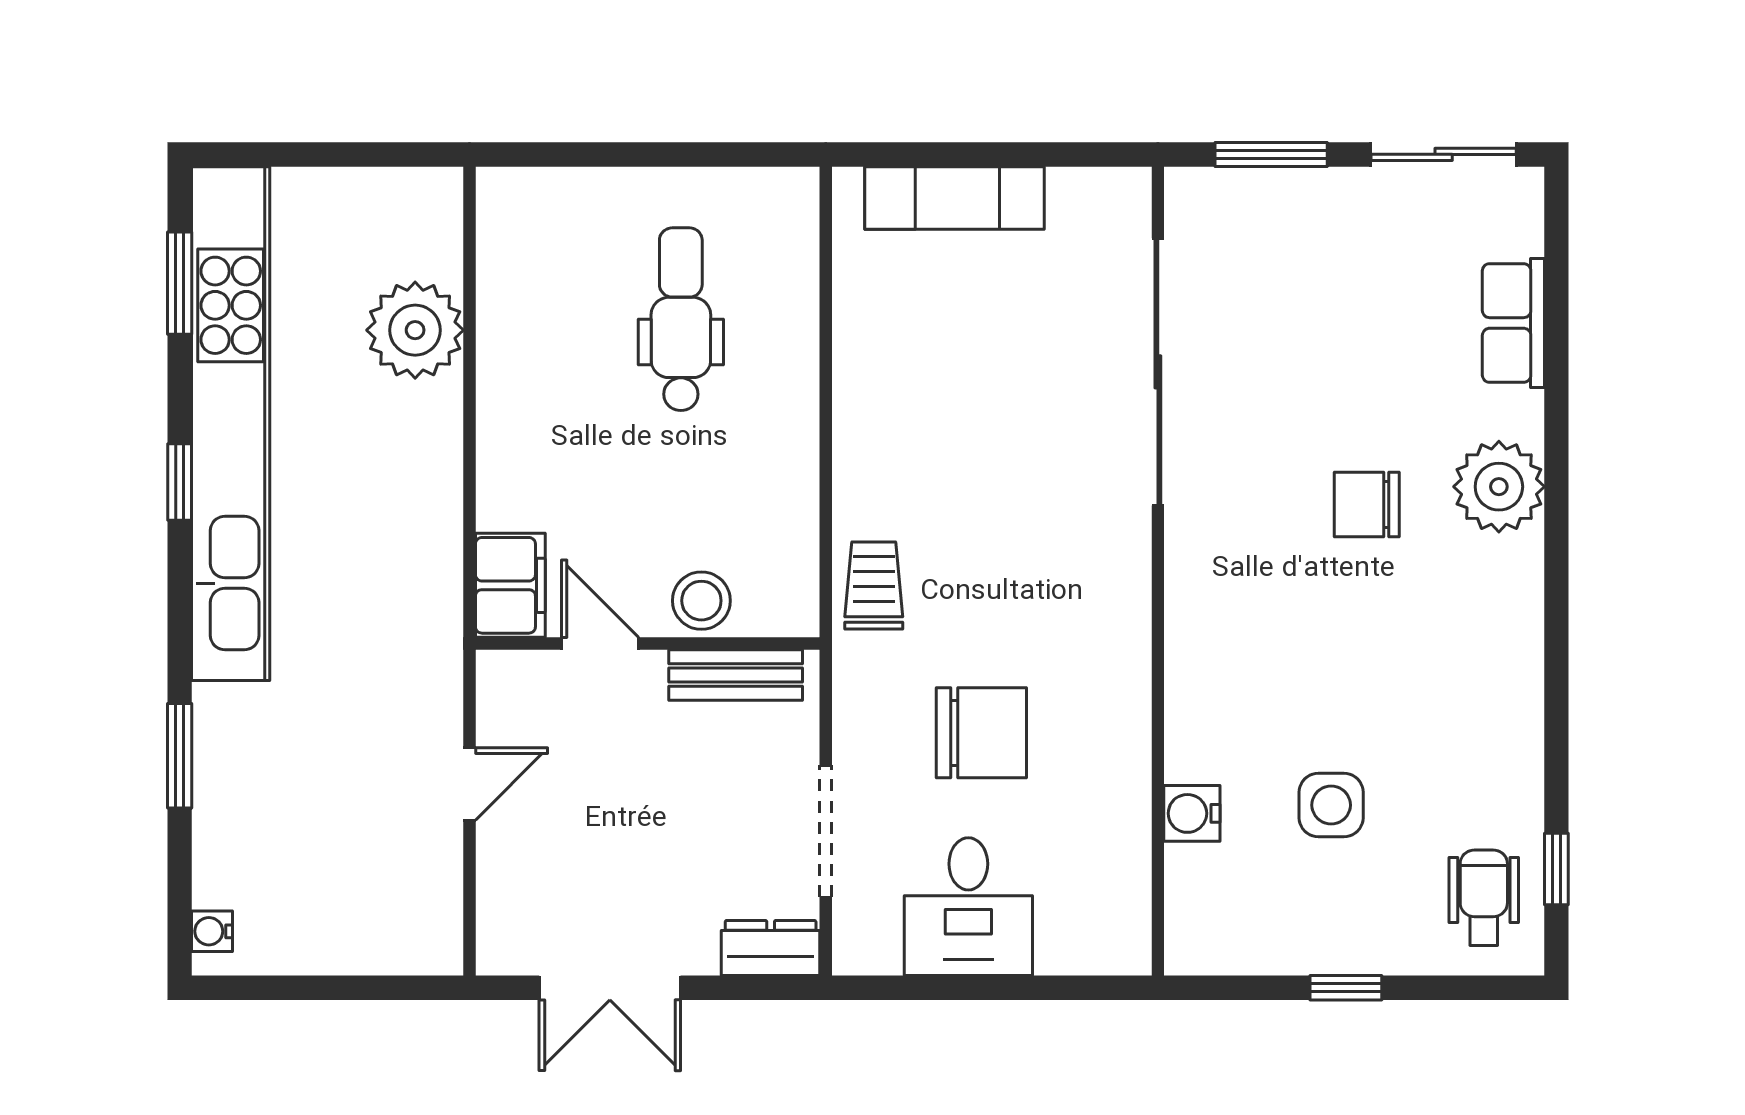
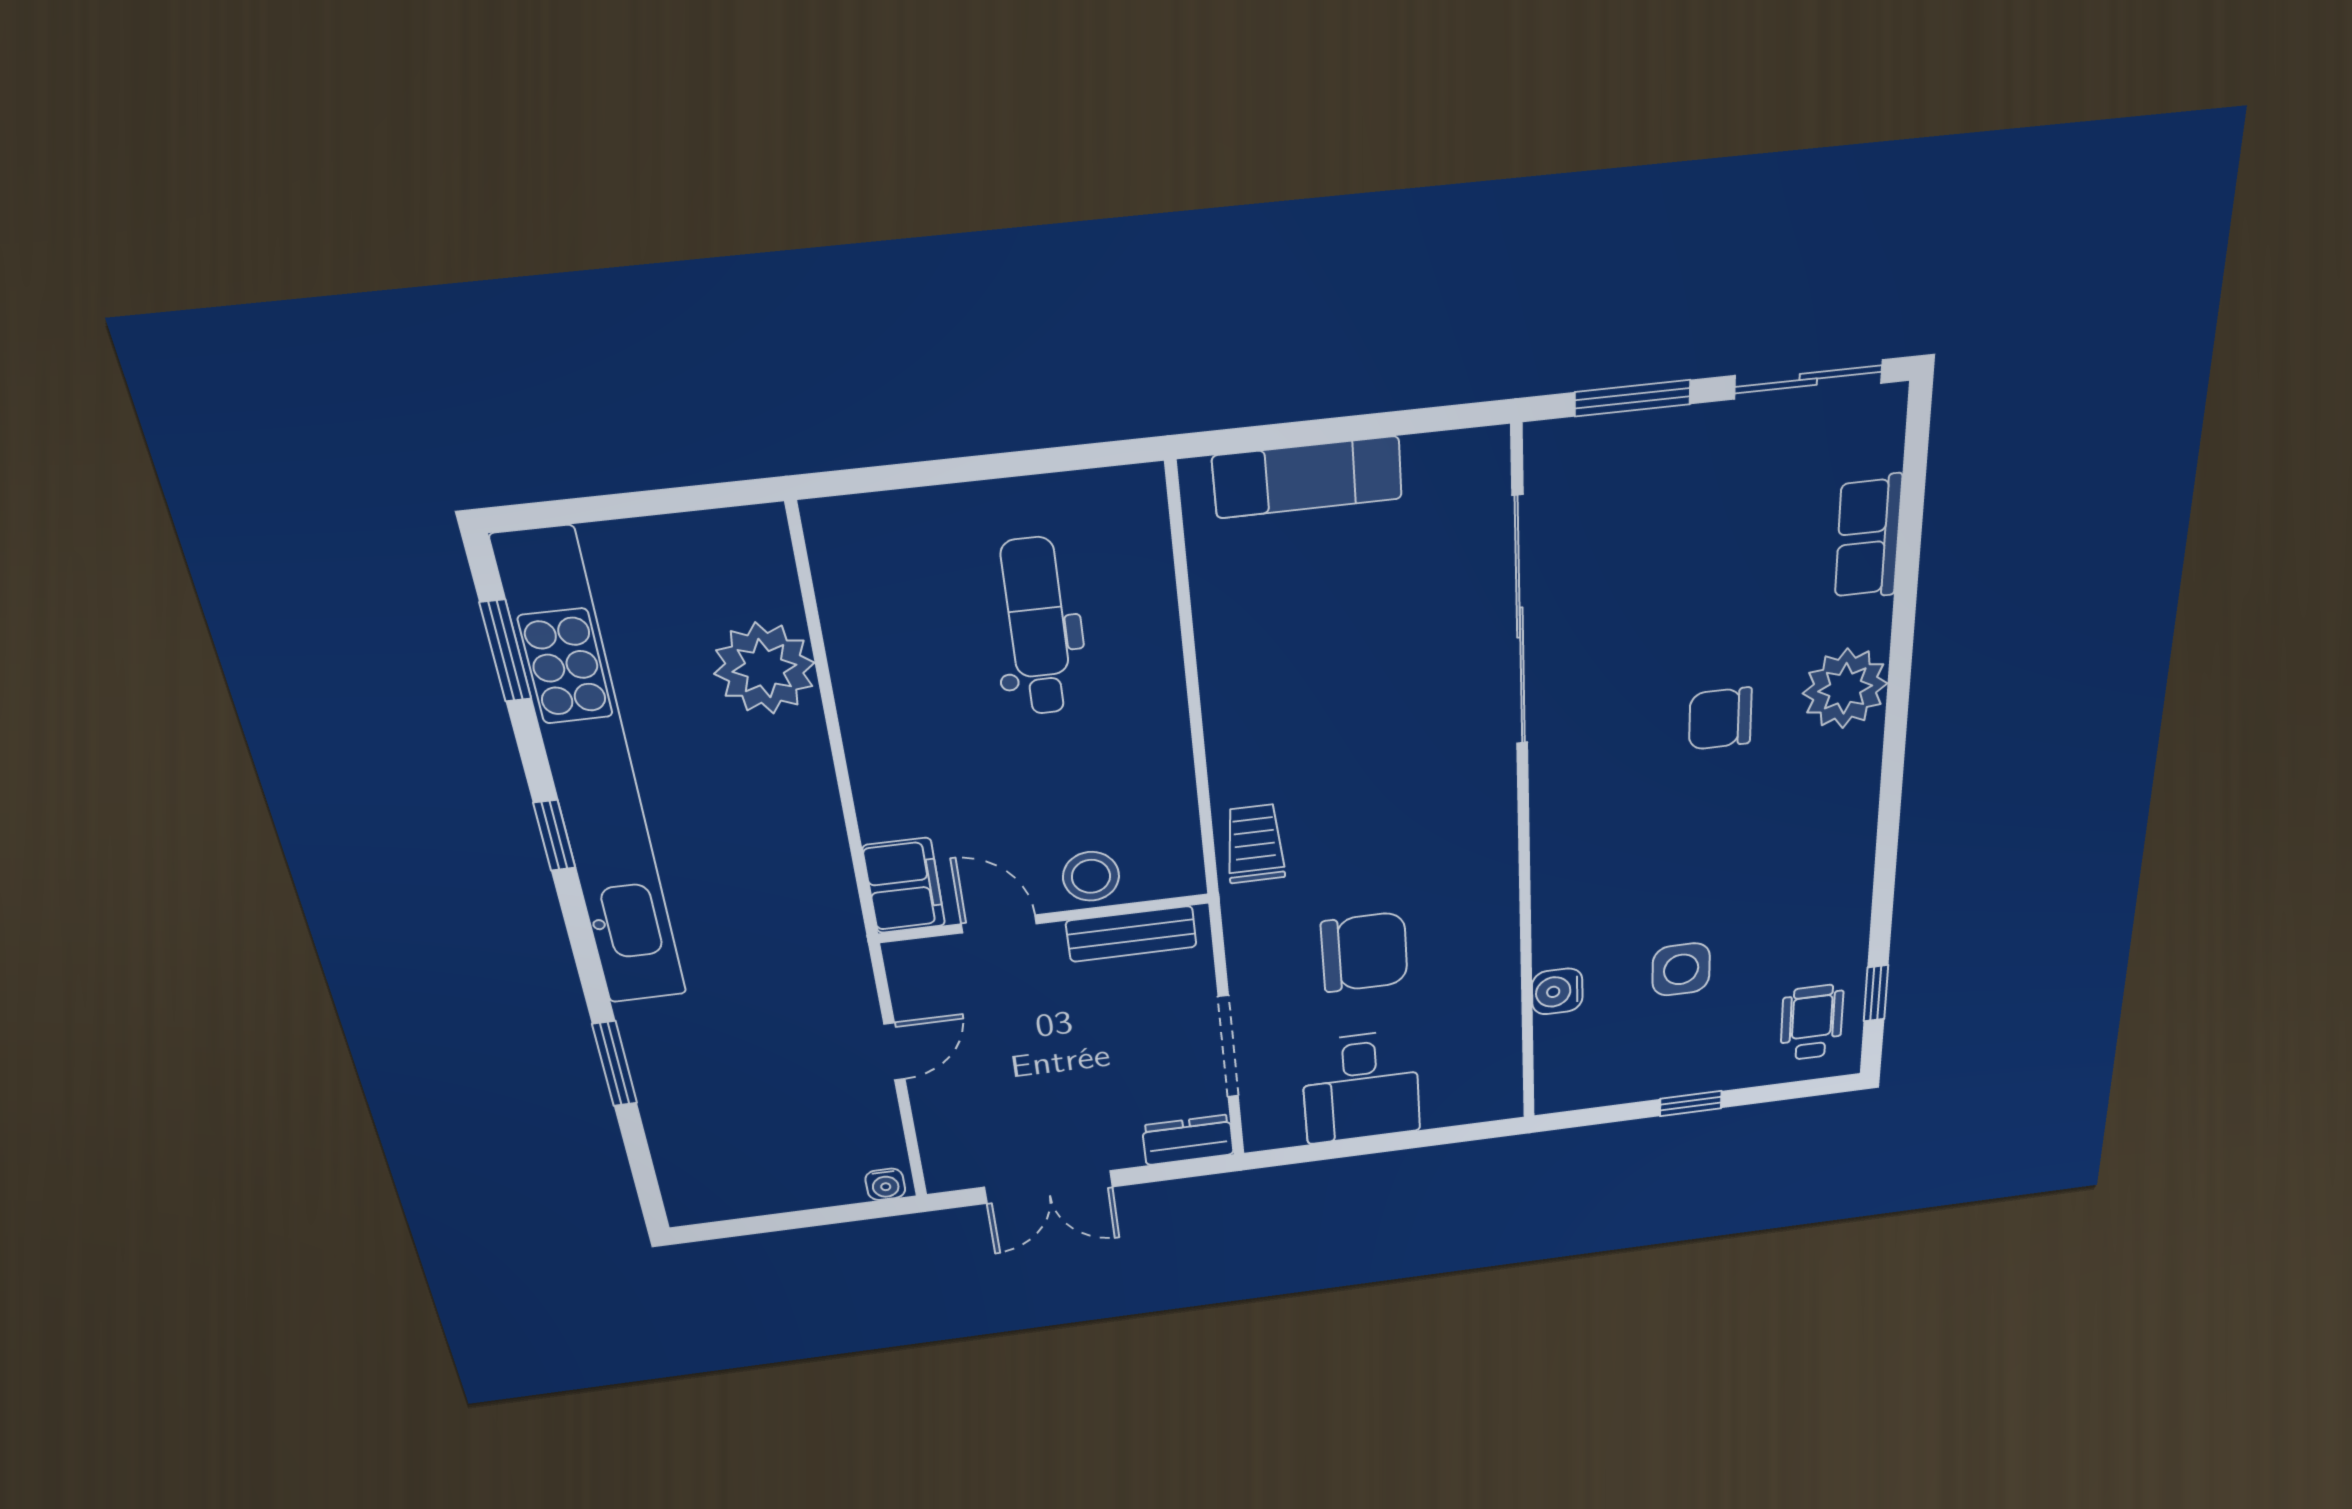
water cooler: (212, 931) -> (885, 1184), moved, turned -90

